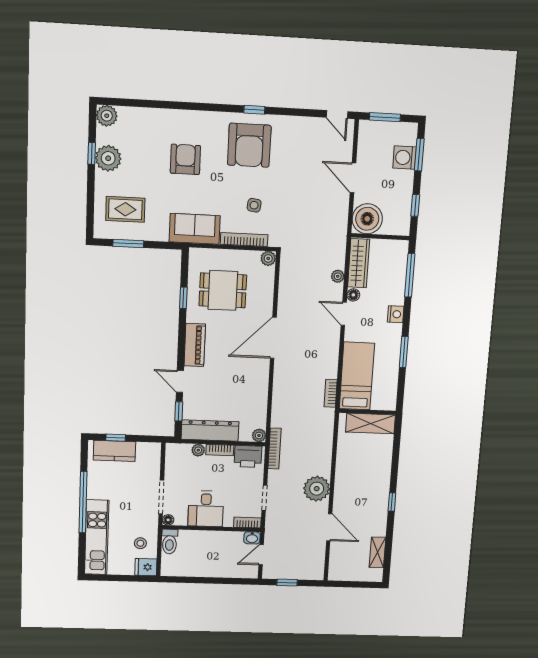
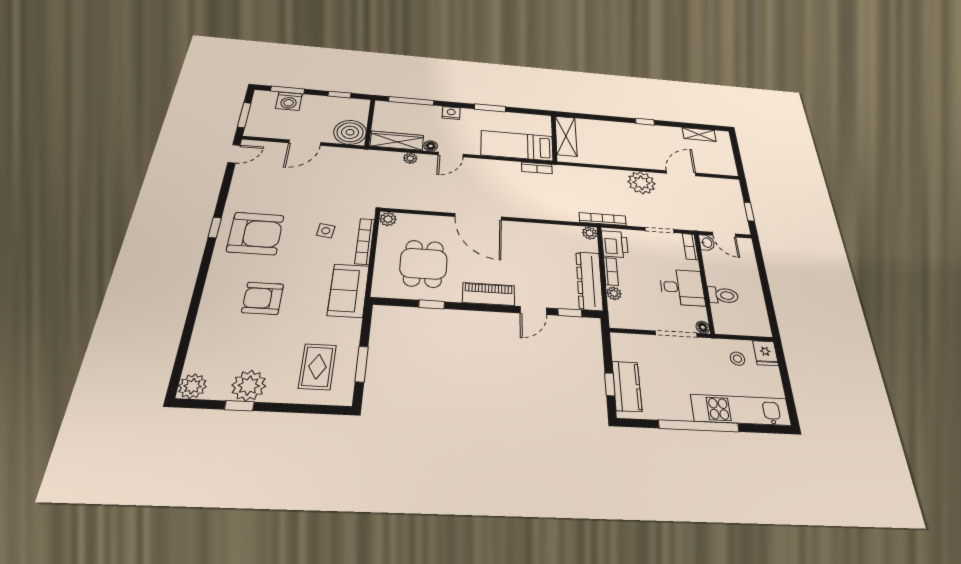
toilet: (170, 542) -> (723, 295), moved

